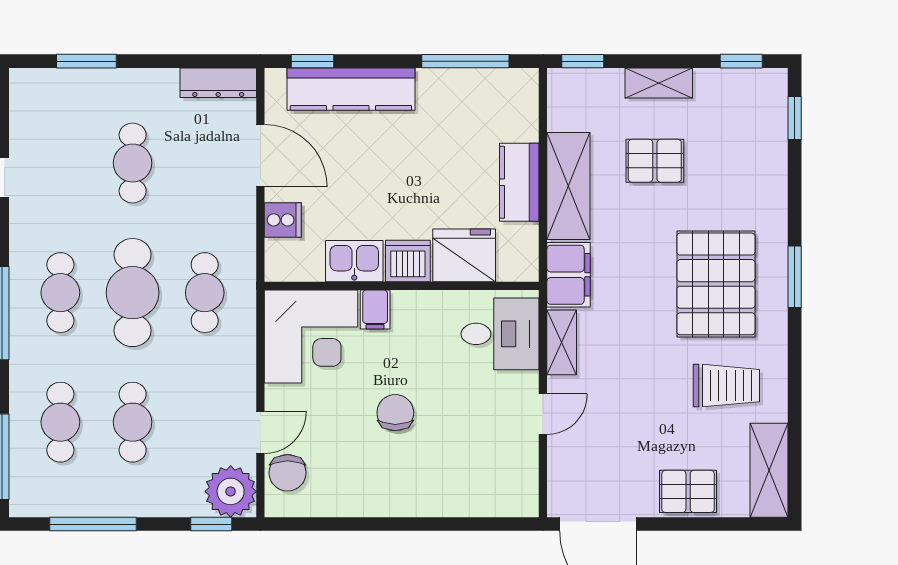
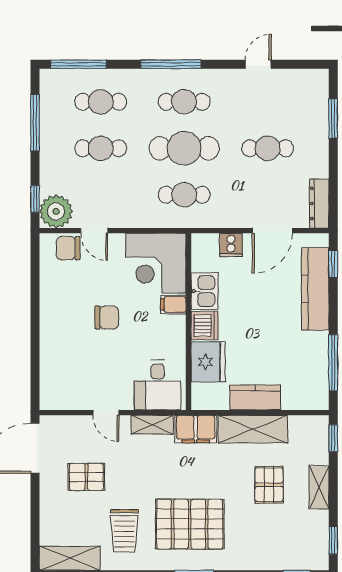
pallet: (688, 491) -> (86, 477), moved, turned 90

